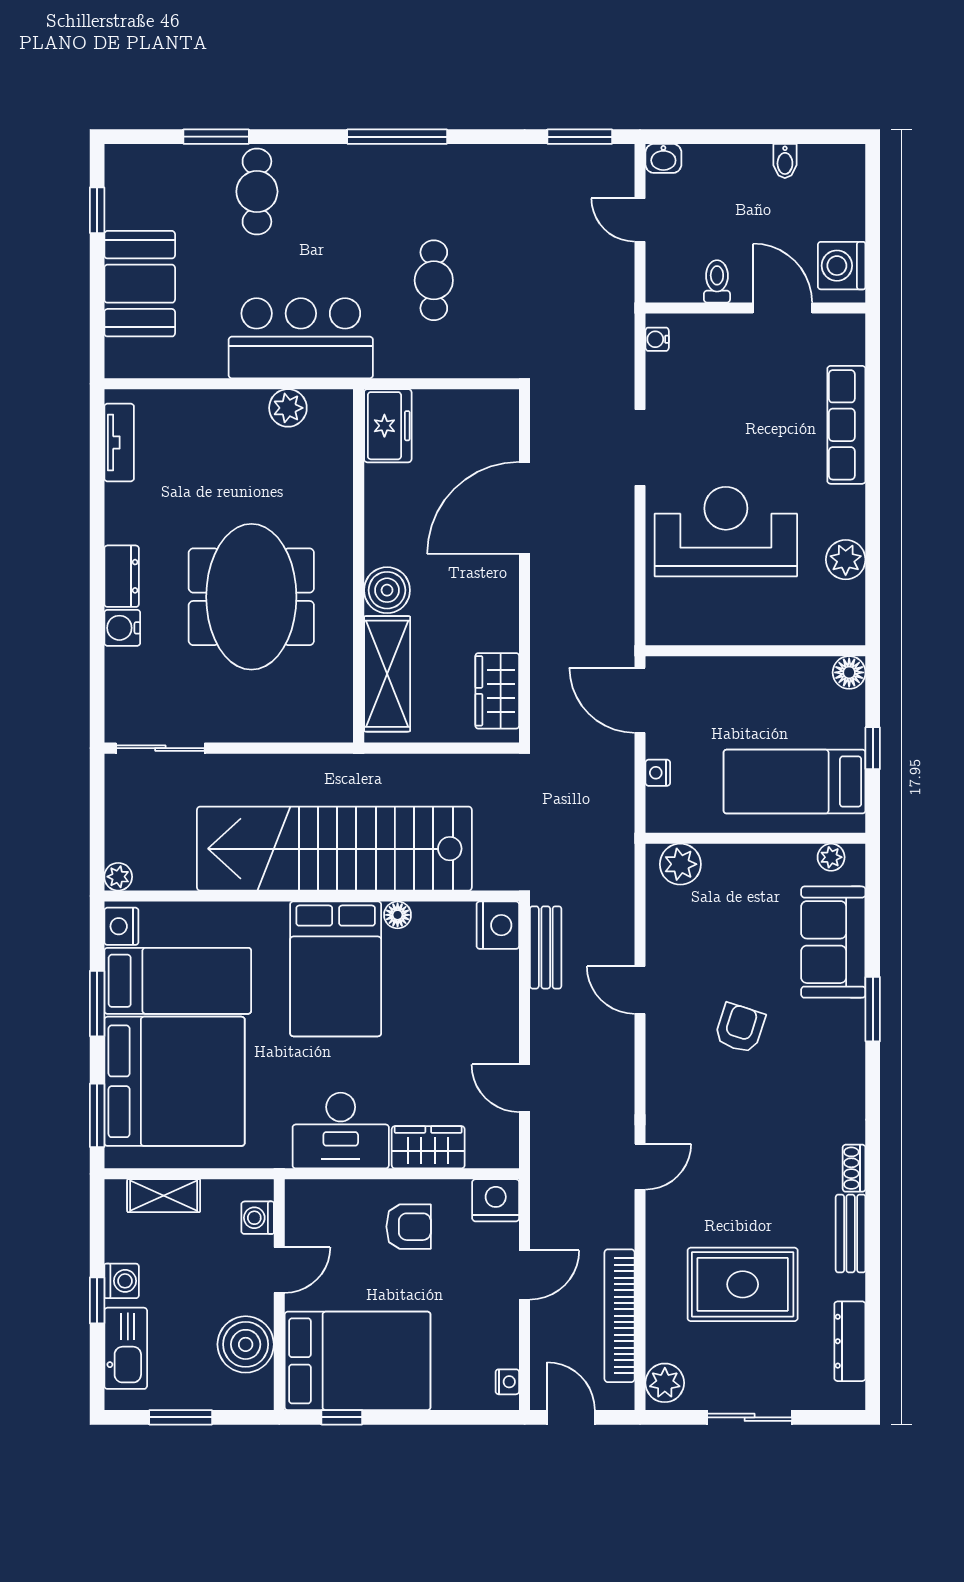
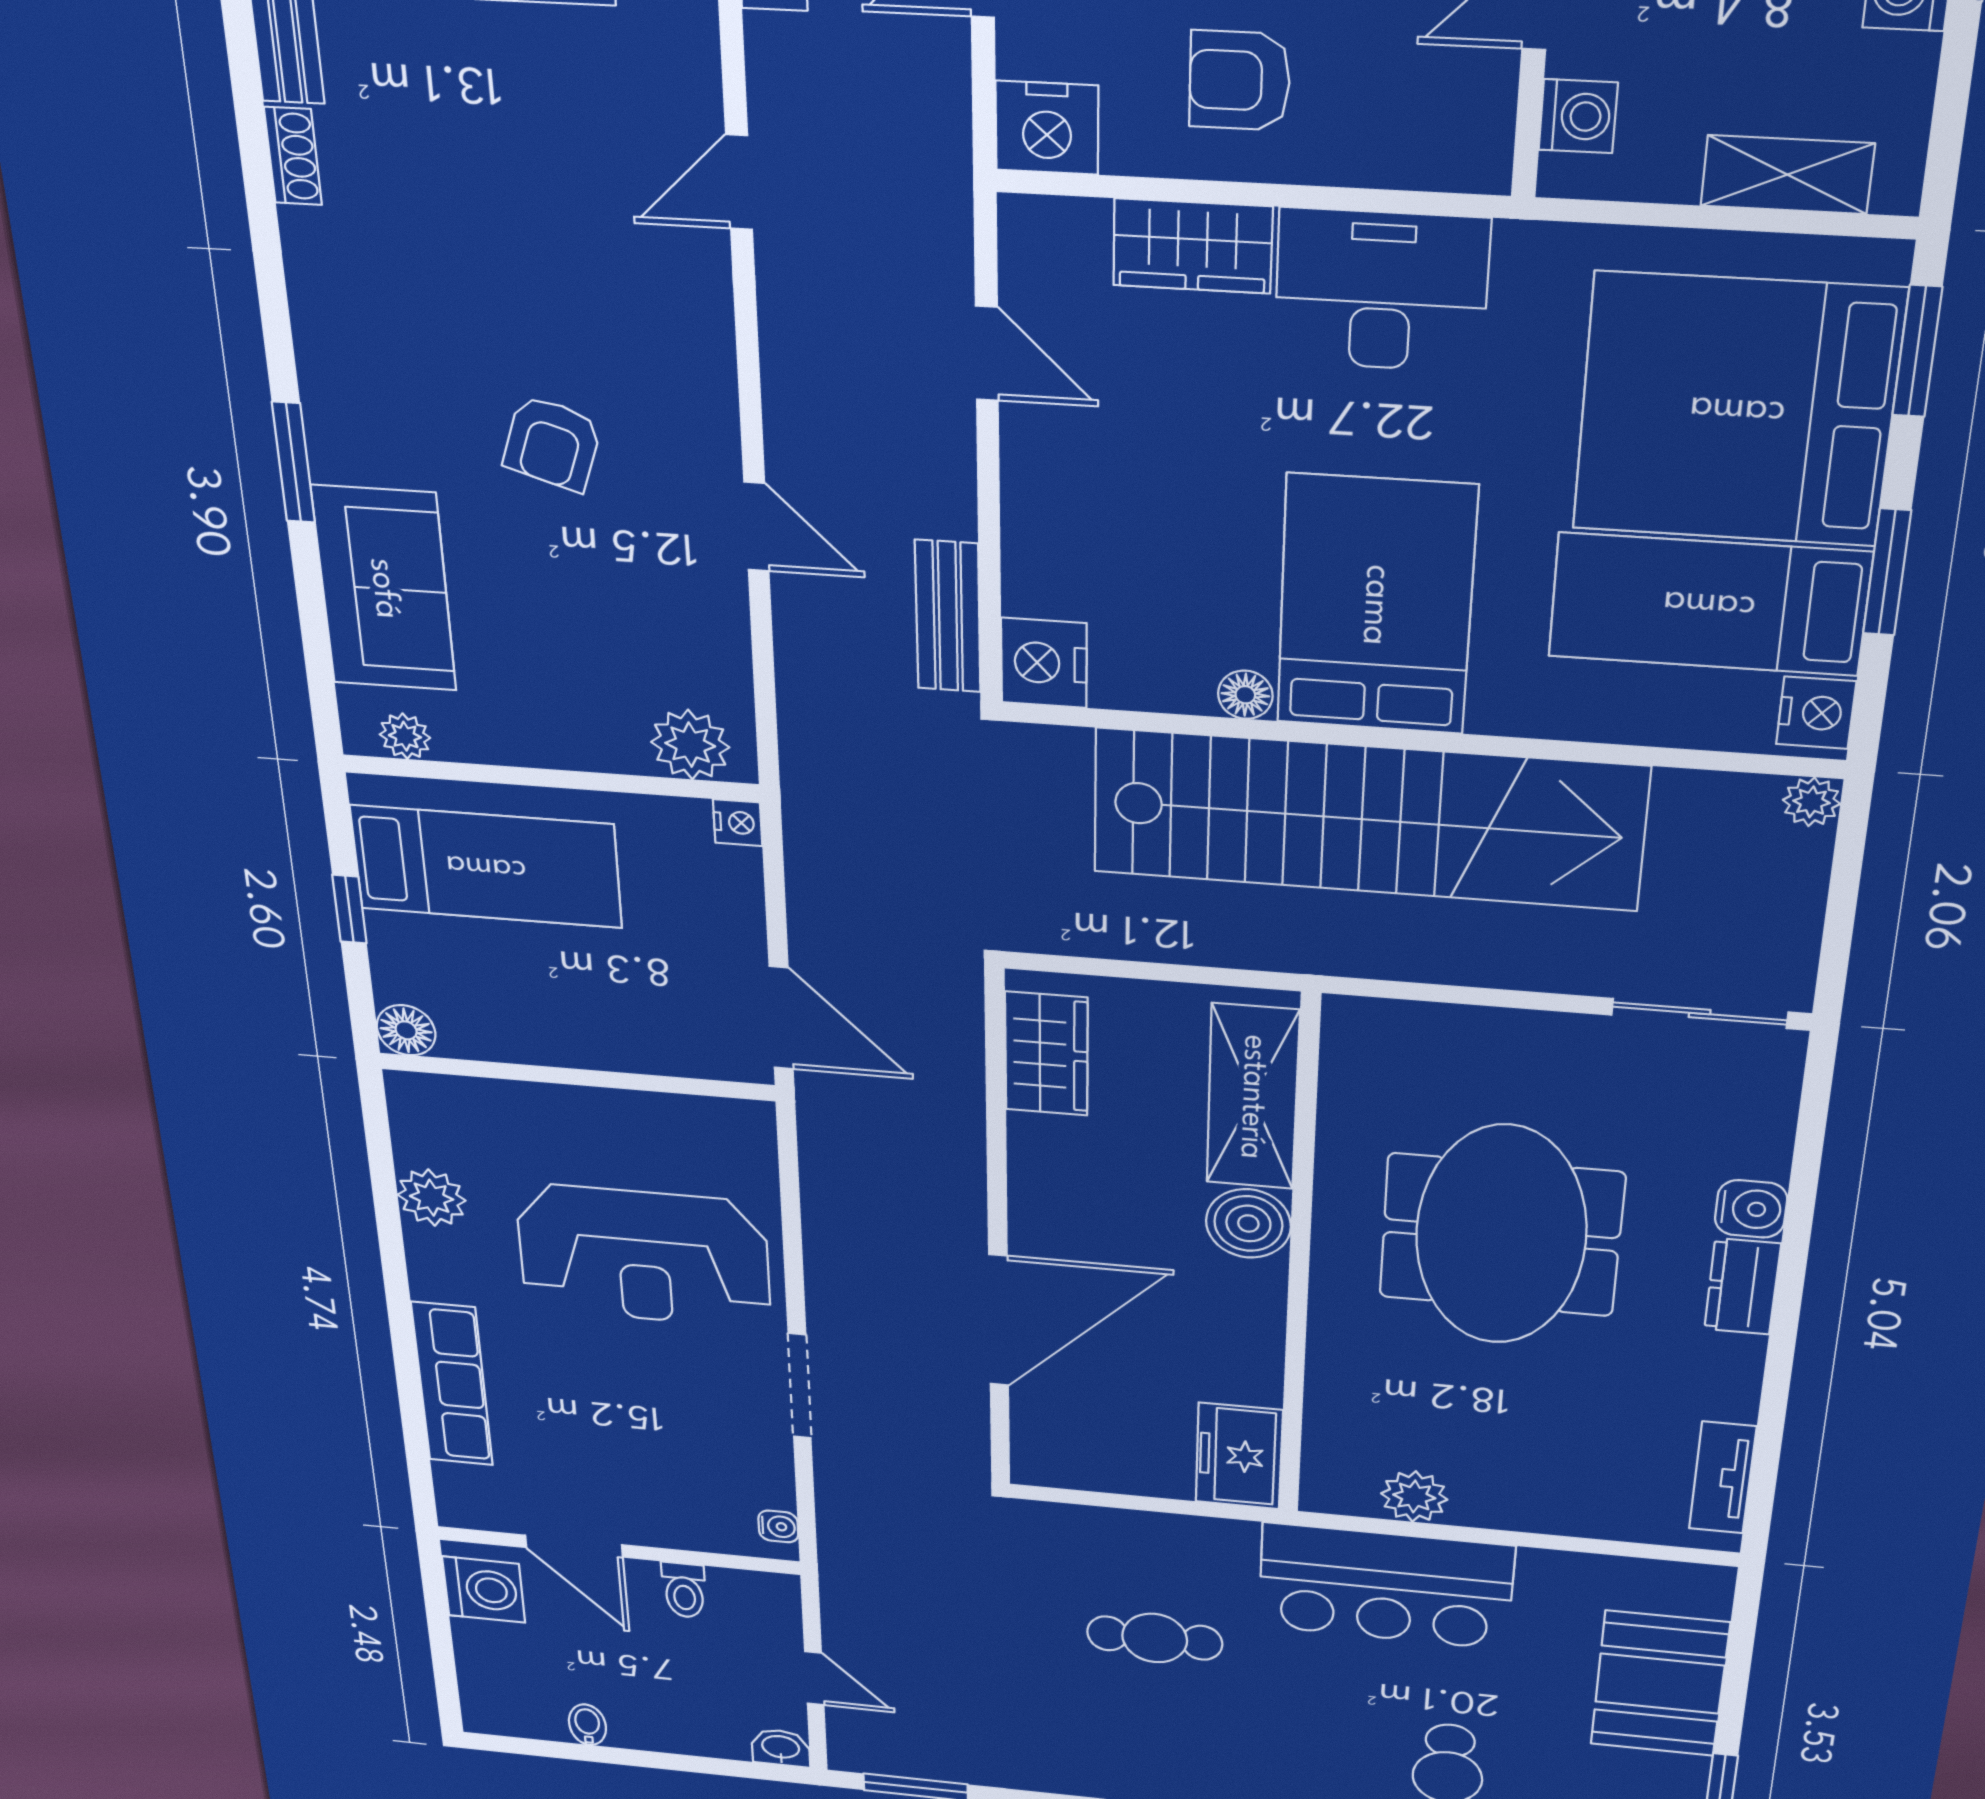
cafe table: (434, 280) -> (1155, 1638), turned 90
nightstand: (658, 773) -> (738, 823), moved

